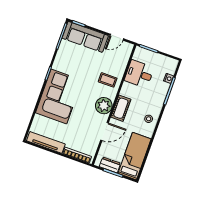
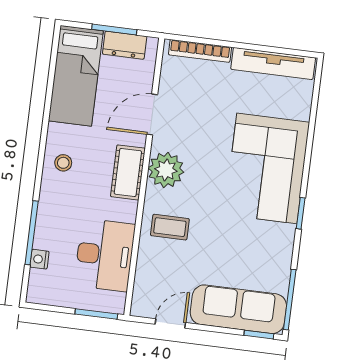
desk: (139, 74) -> (105, 255), width x1.37

